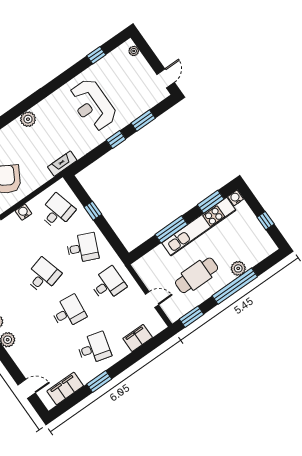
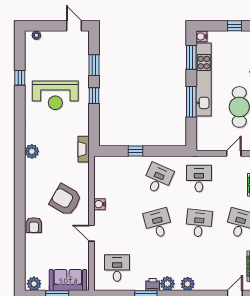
window: (96, 55) -> (20, 78), moved
desk: (57, 212) -> (117, 179), removed

